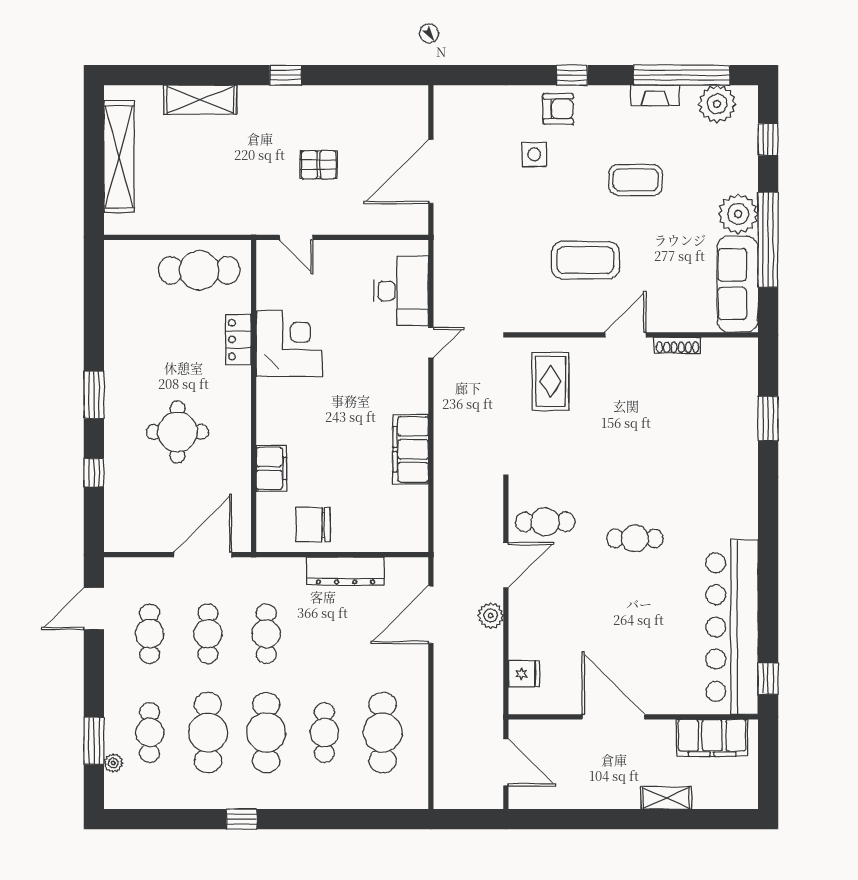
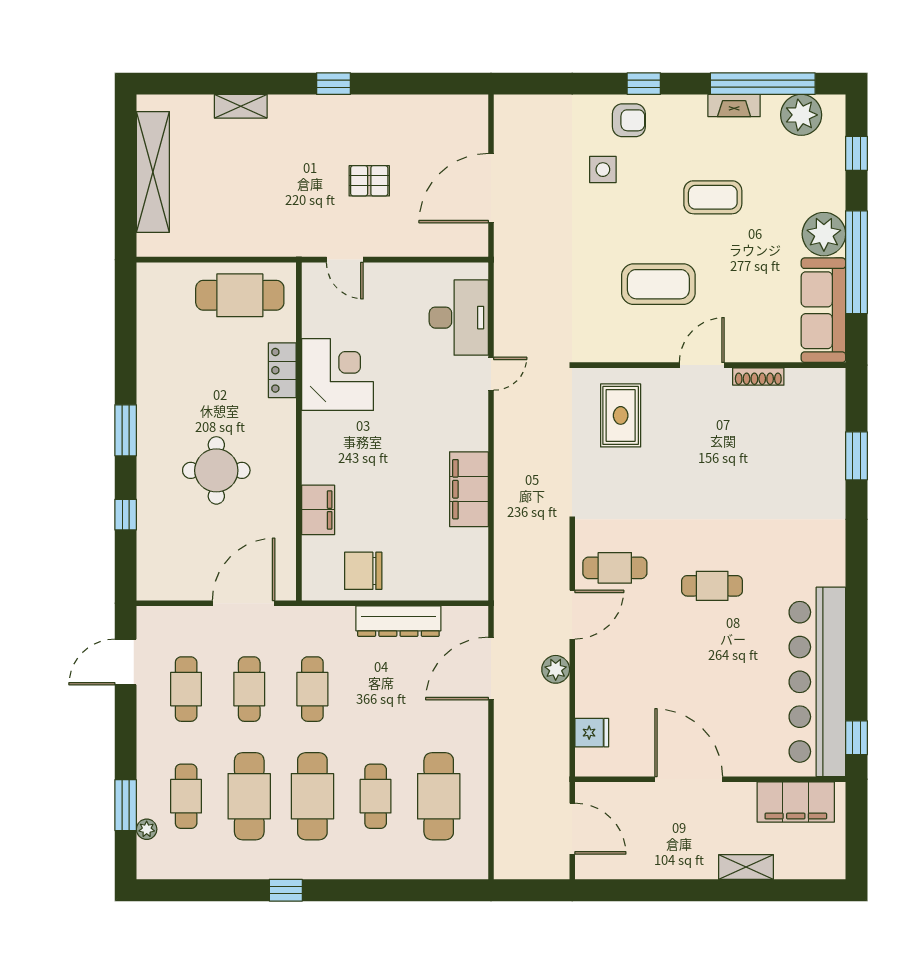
shelving: (200, 100) -> (241, 106), width x0.67, depth x0.75

